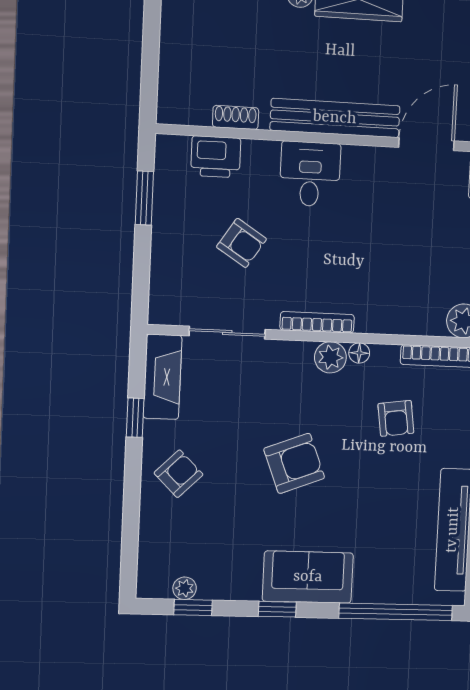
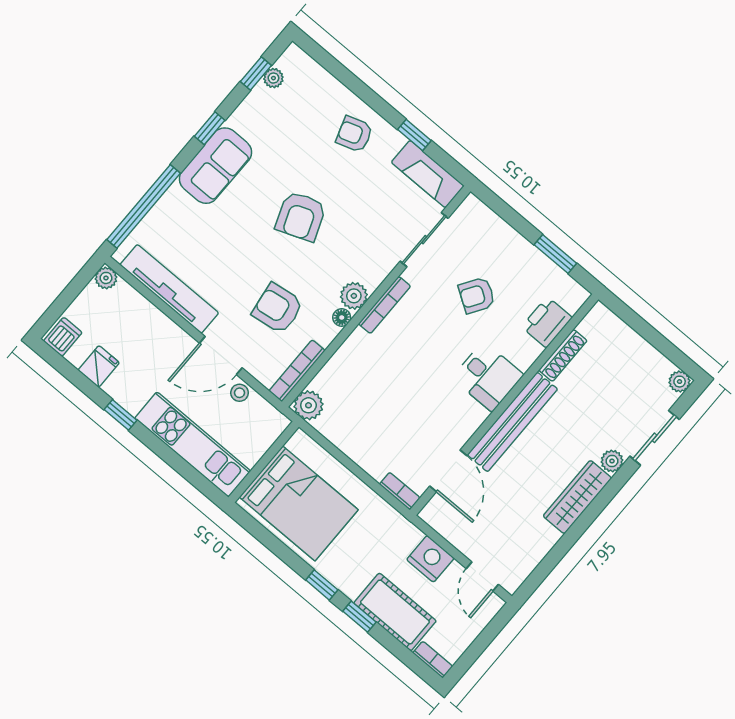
shoe rack: (236, 117) -> (563, 355), width x1.43
armchair: (396, 418) -> (278, 308), width x1.38, depth x1.38
armchair: (179, 474) -> (354, 134), turned 117

